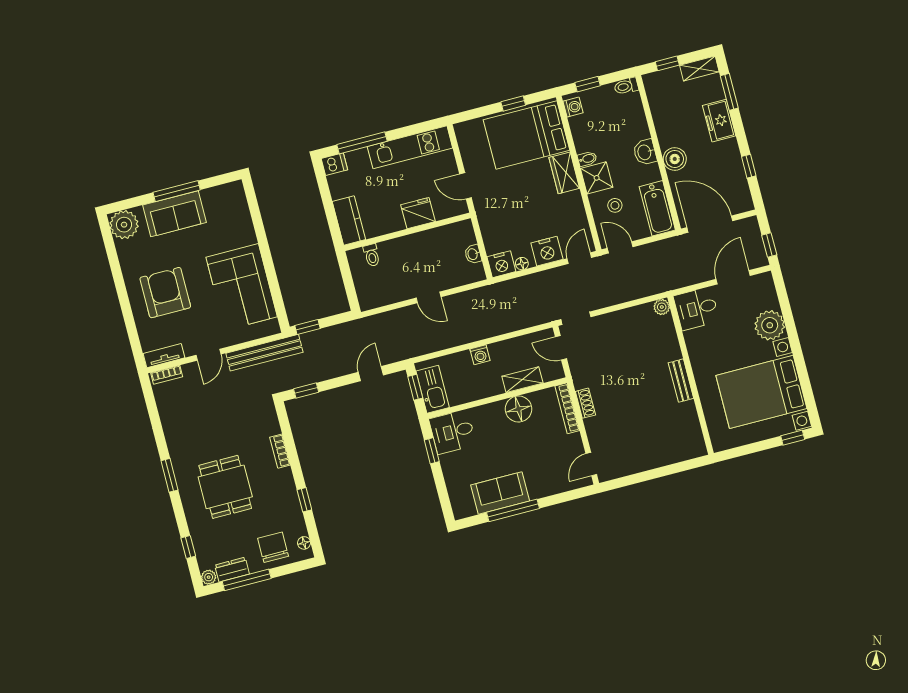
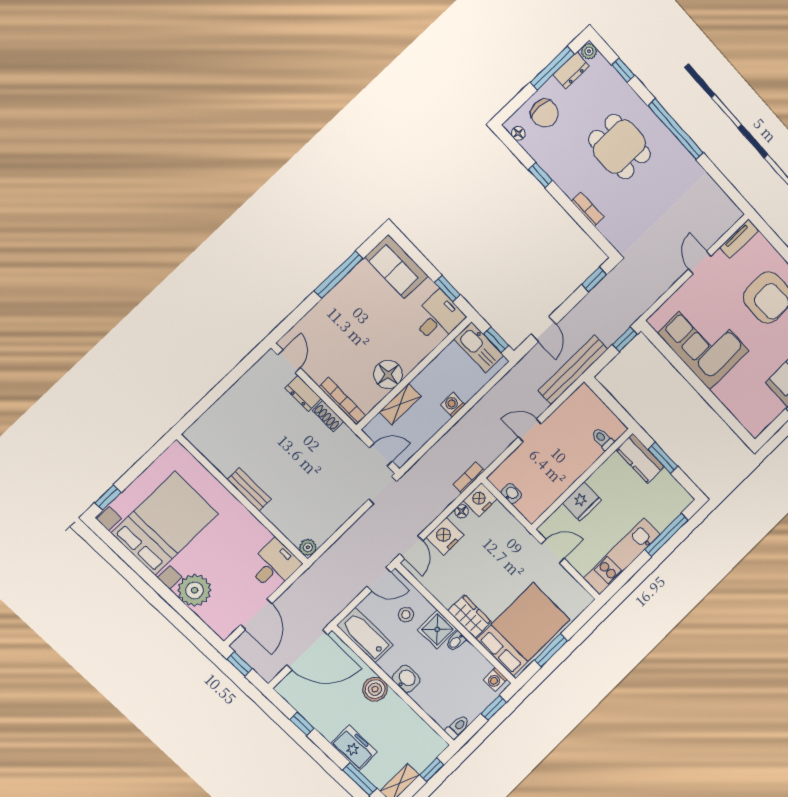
window: (513, 103) -> (551, 650), width x1.50
dishwasher: (334, 164) -> (681, 501), removed
window: (329, 210) -> (663, 458), added
bench: (264, 353) -> (573, 370), moved
bookcase: (167, 375) -> (469, 477), moved
dresser: (595, 432) -> (303, 393), added
window: (170, 475) -> (676, 129), width x2.11
sofa: (500, 493) -> (396, 267), moved, turned 90

